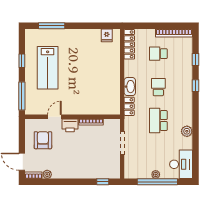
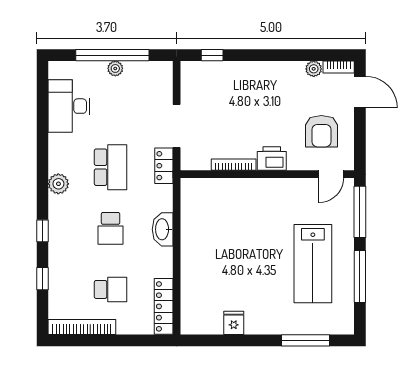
fridge: (107, 35) -> (234, 323), moved
window: (22, 61) -> (360, 276), width x2.17
lab bench: (48, 68) -> (313, 264), turned 180
locker: (129, 106) -> (164, 166), moved
door: (54, 117) -> (331, 174), moved
plant: (187, 131) -> (58, 184), moved
desk: (181, 164) -> (69, 106), moved

